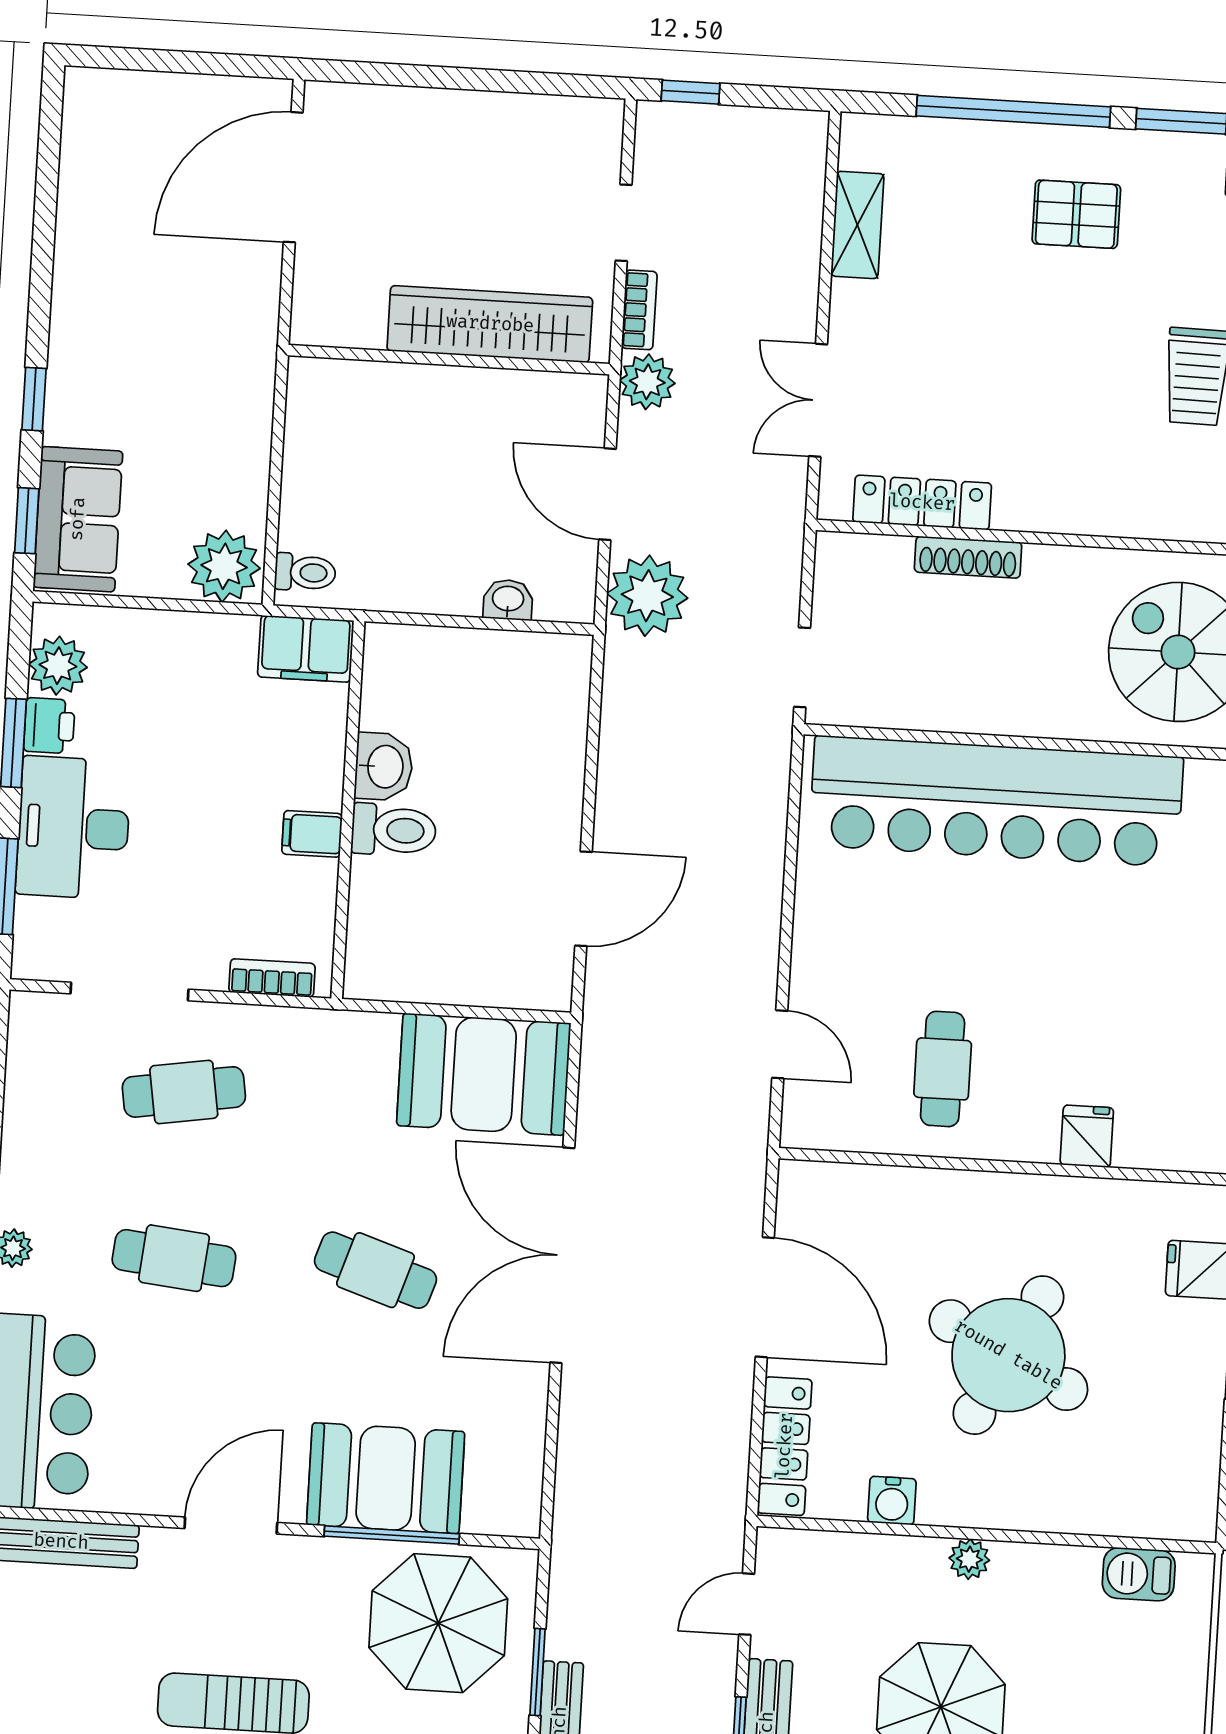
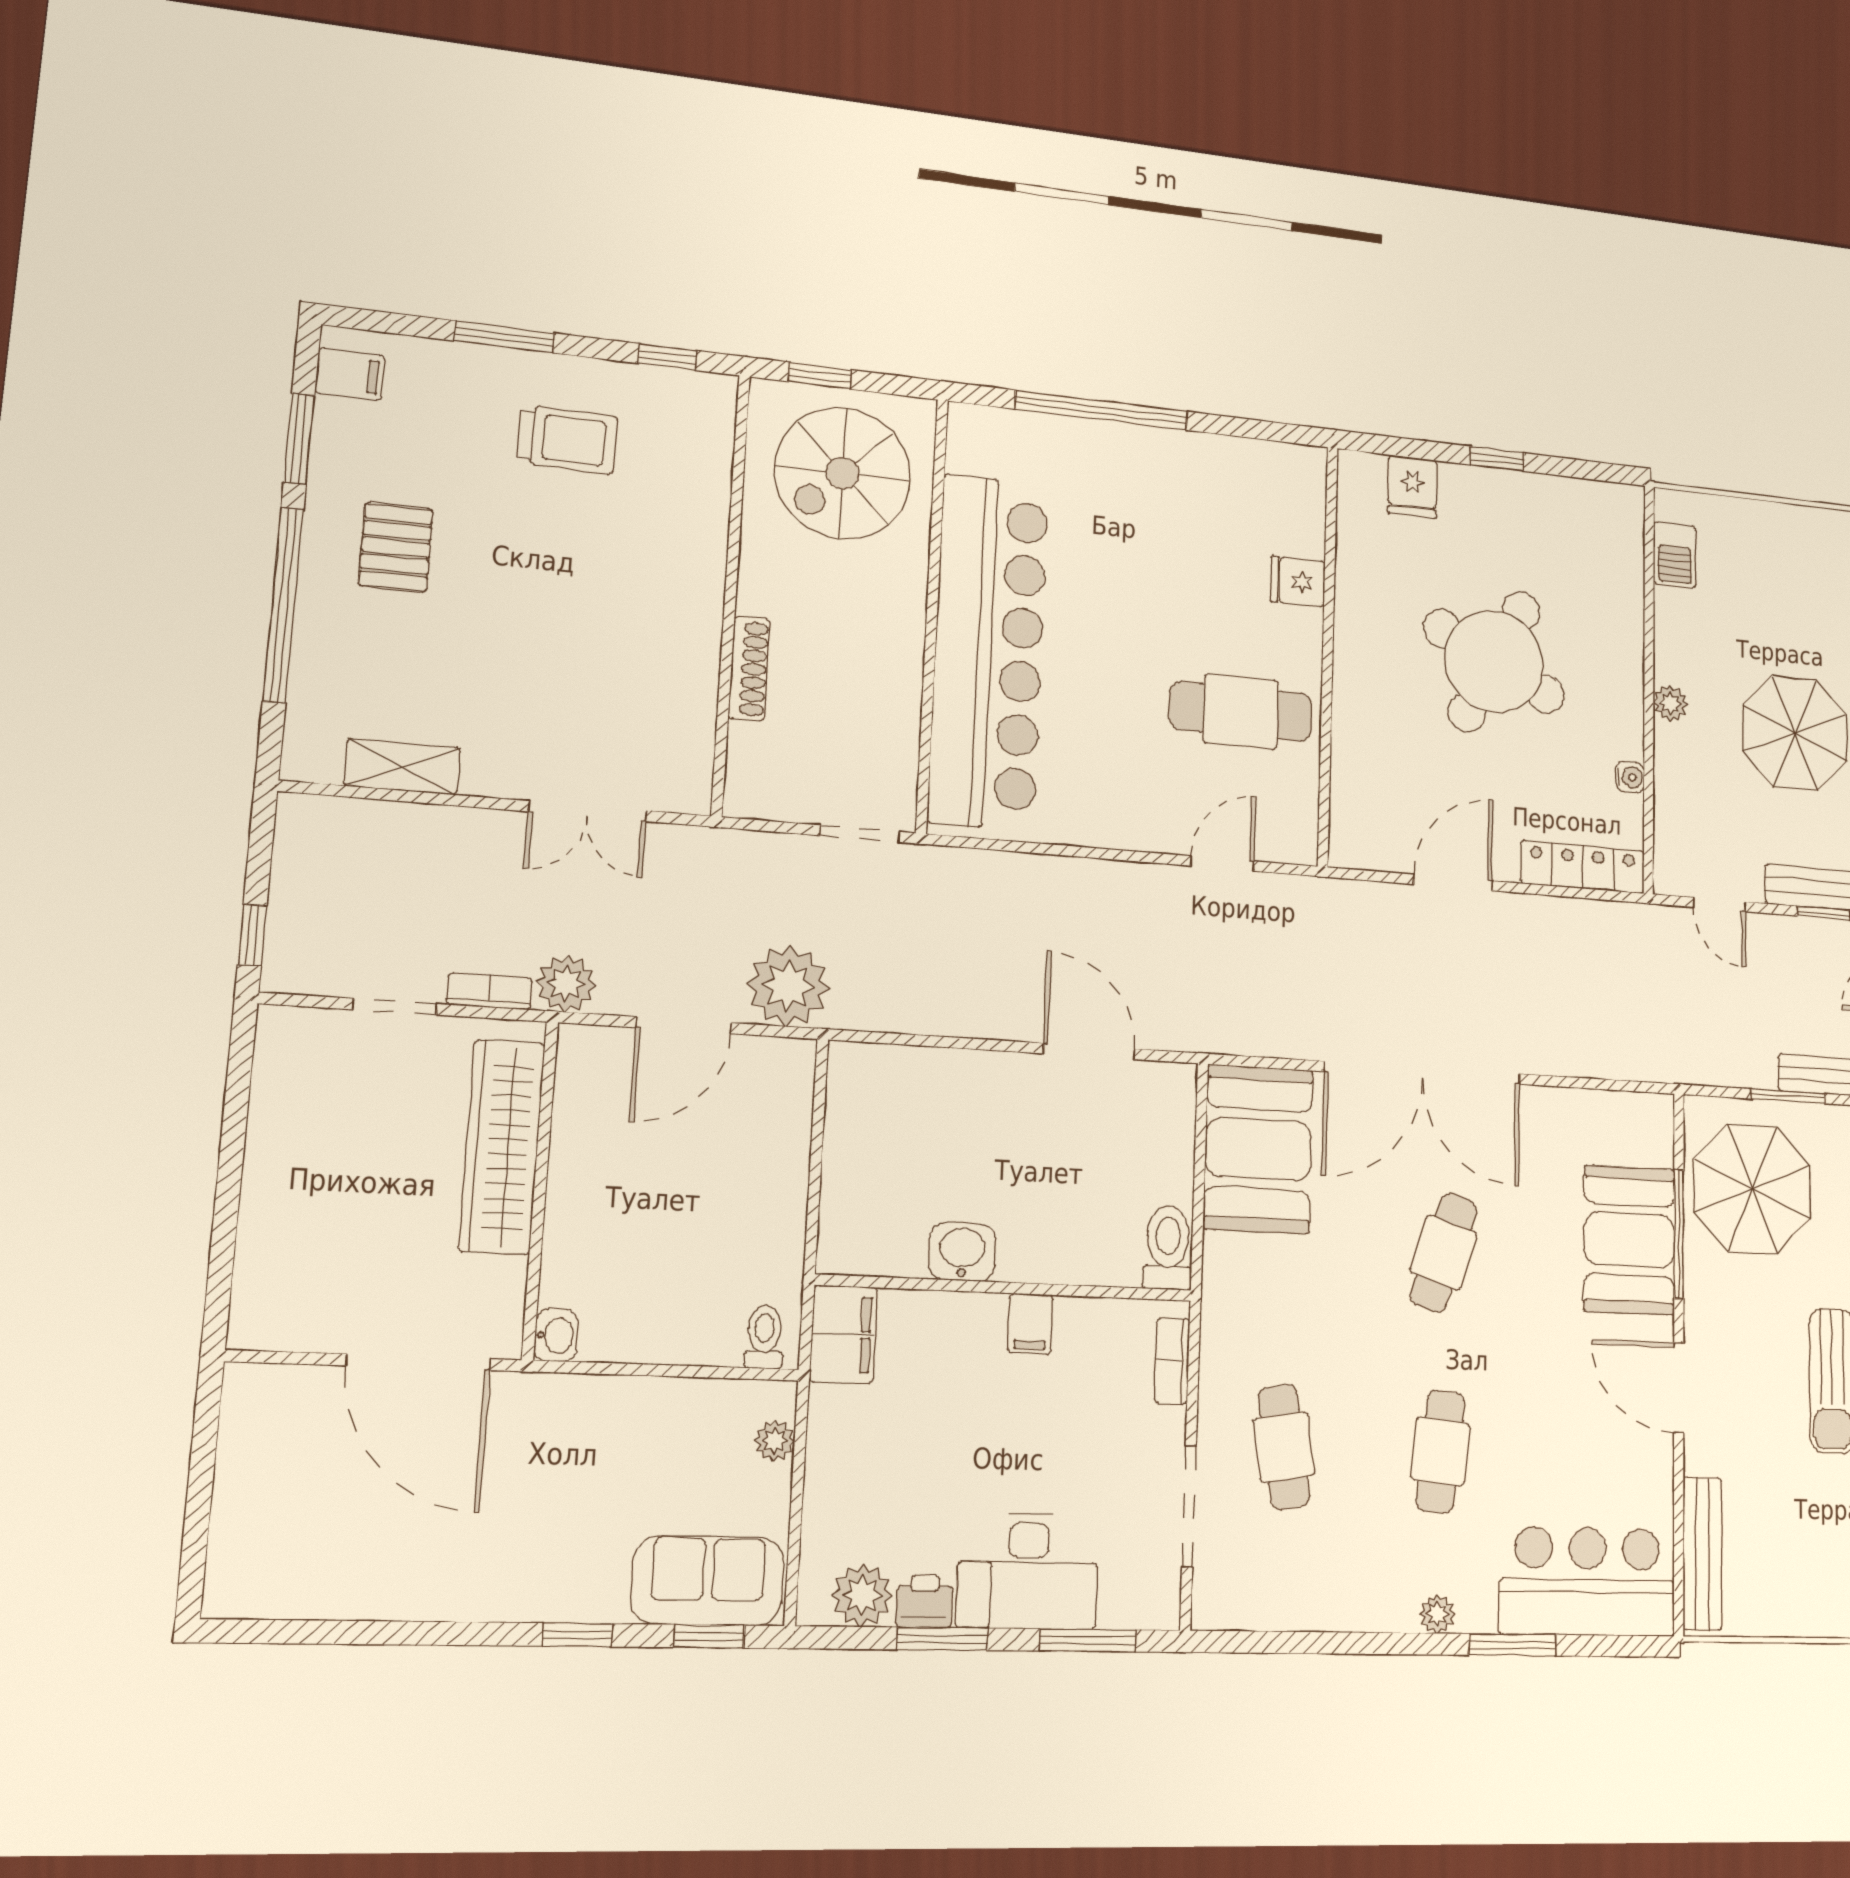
door: (293, 177) -> (419, 1362), moved
locker: (922, 503) -> (694, 711), removed
plant: (224, 566) -> (775, 1441), width x0.53, depth x0.53
washbasin: (508, 600) -> (556, 1335), moved, turned 180
toilet: (394, 830) -> (1168, 1247), moved
cafe table: (943, 1069) -> (1241, 711), width x1.37, depth x1.35
door: (765, 1297) -> (1453, 883), width x0.73
water cooler: (892, 1501) -> (1630, 777), width x0.72, depth x0.72

